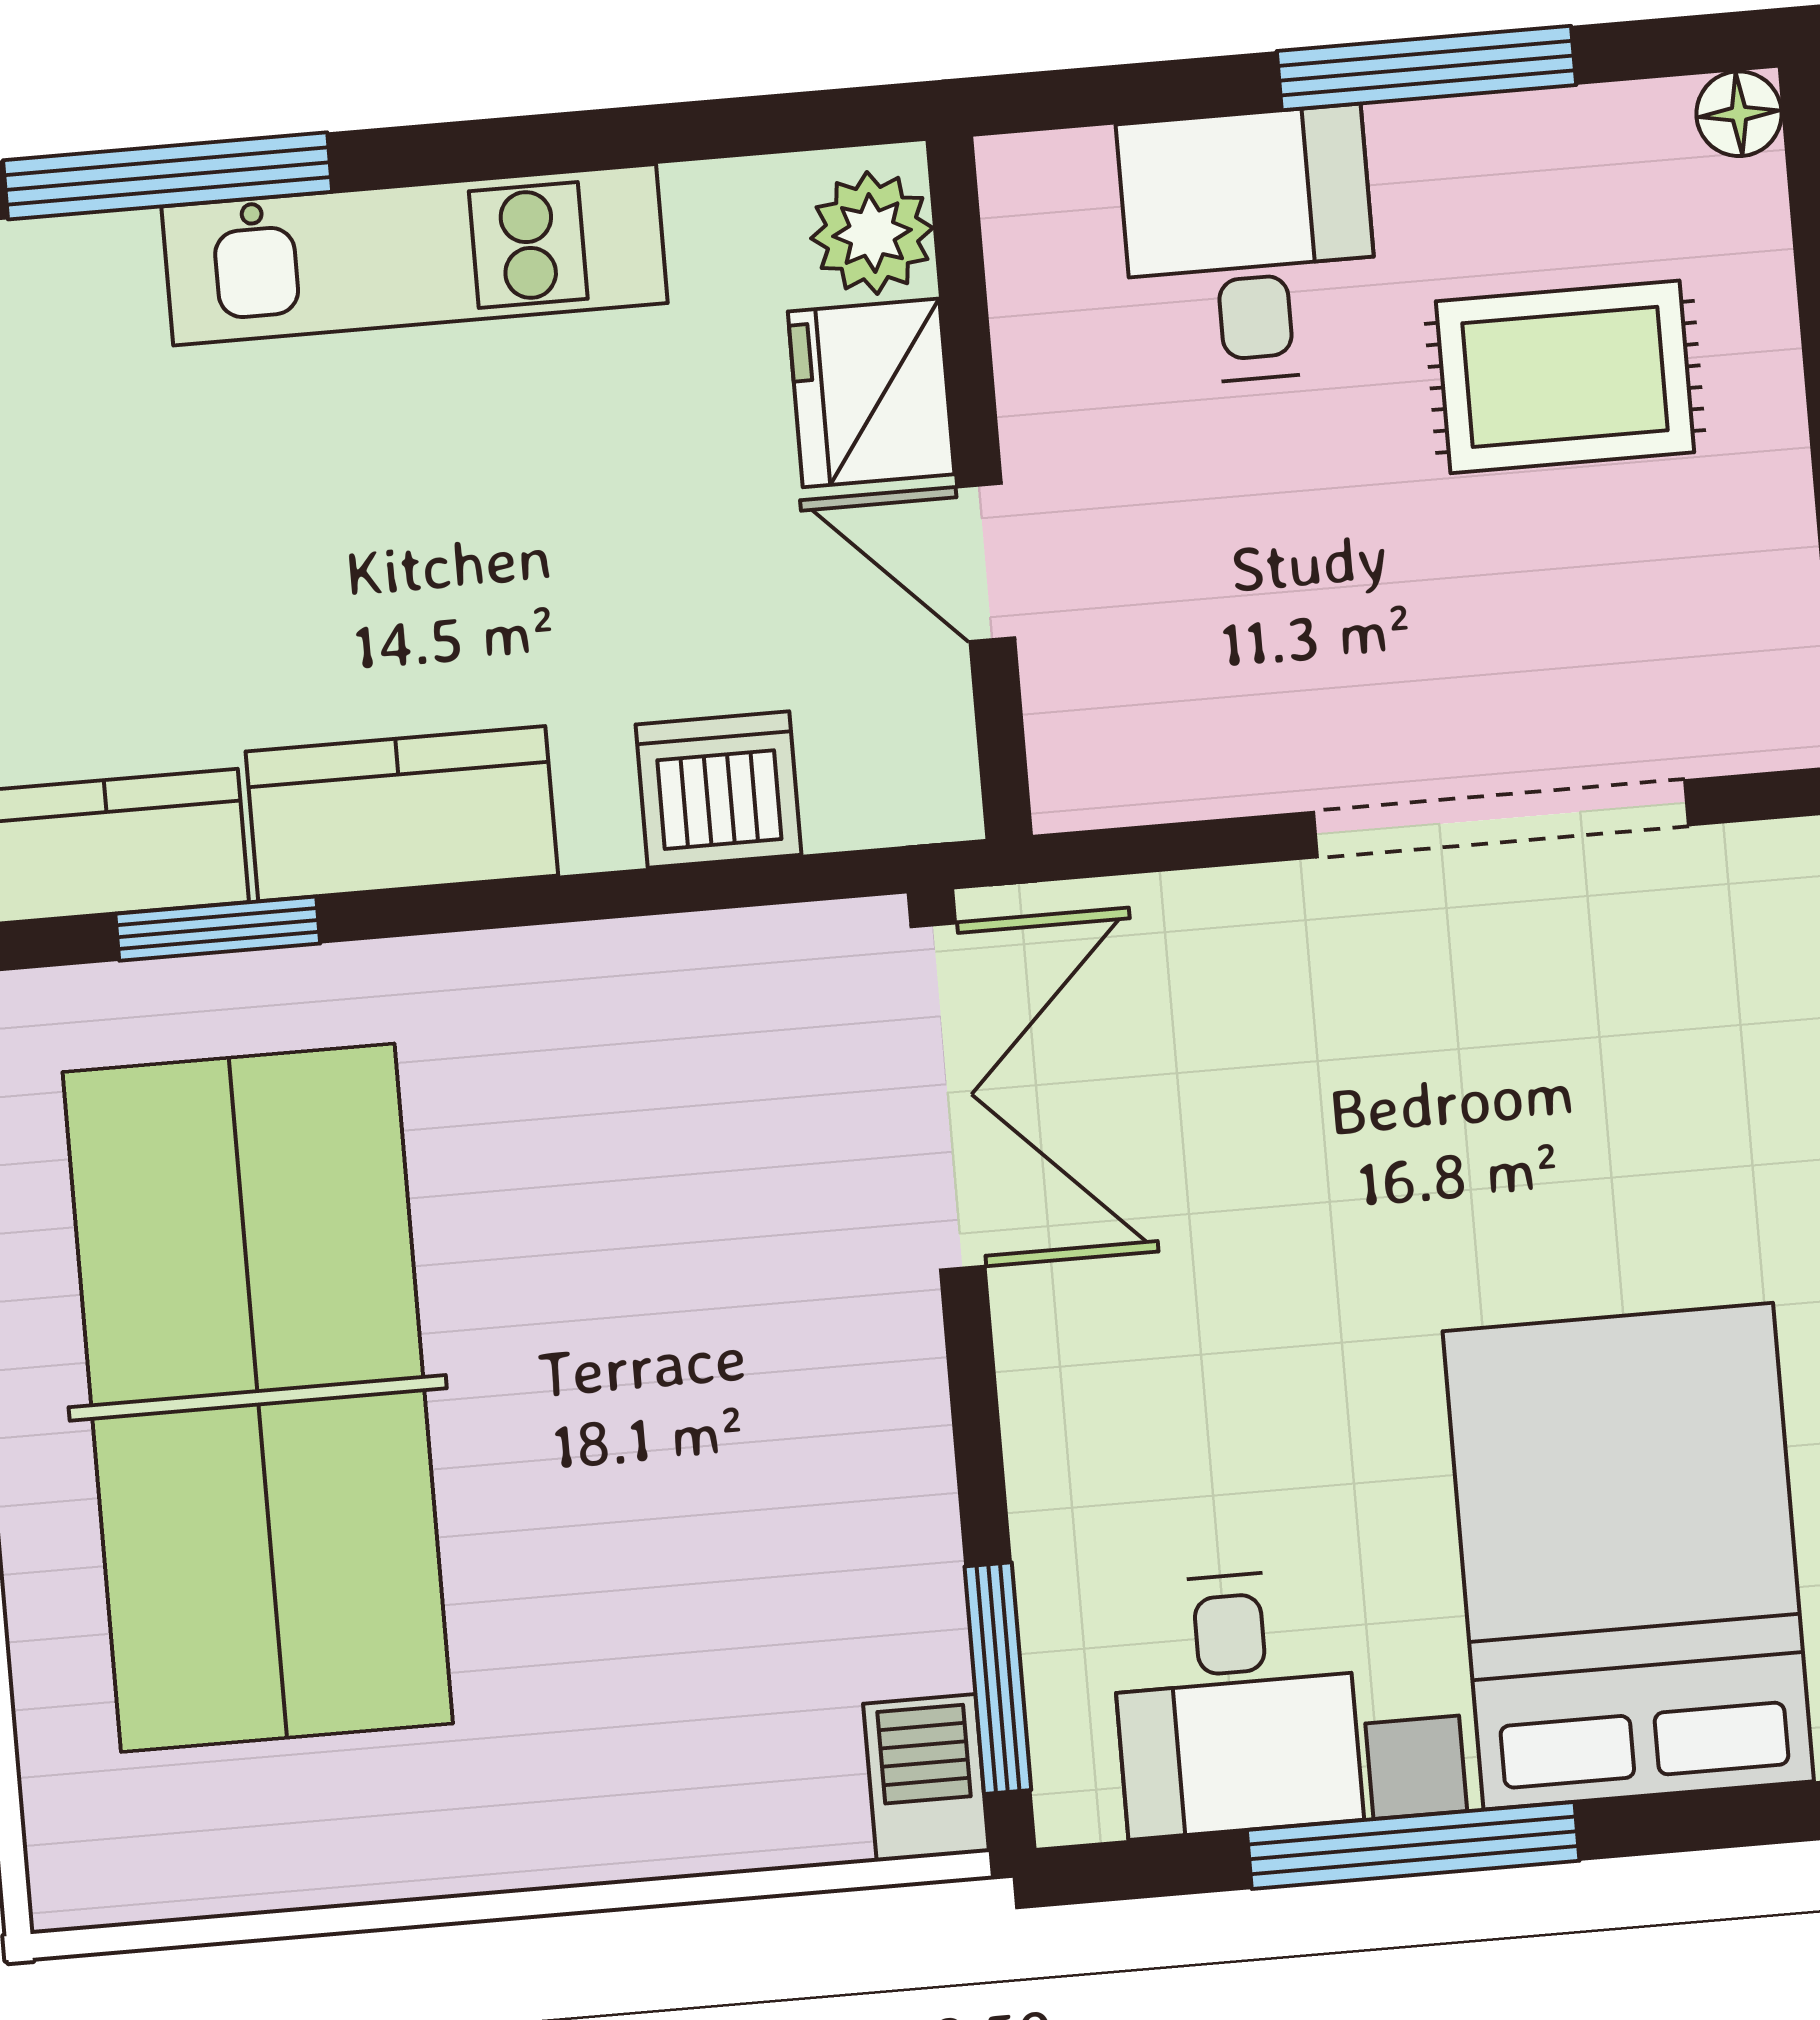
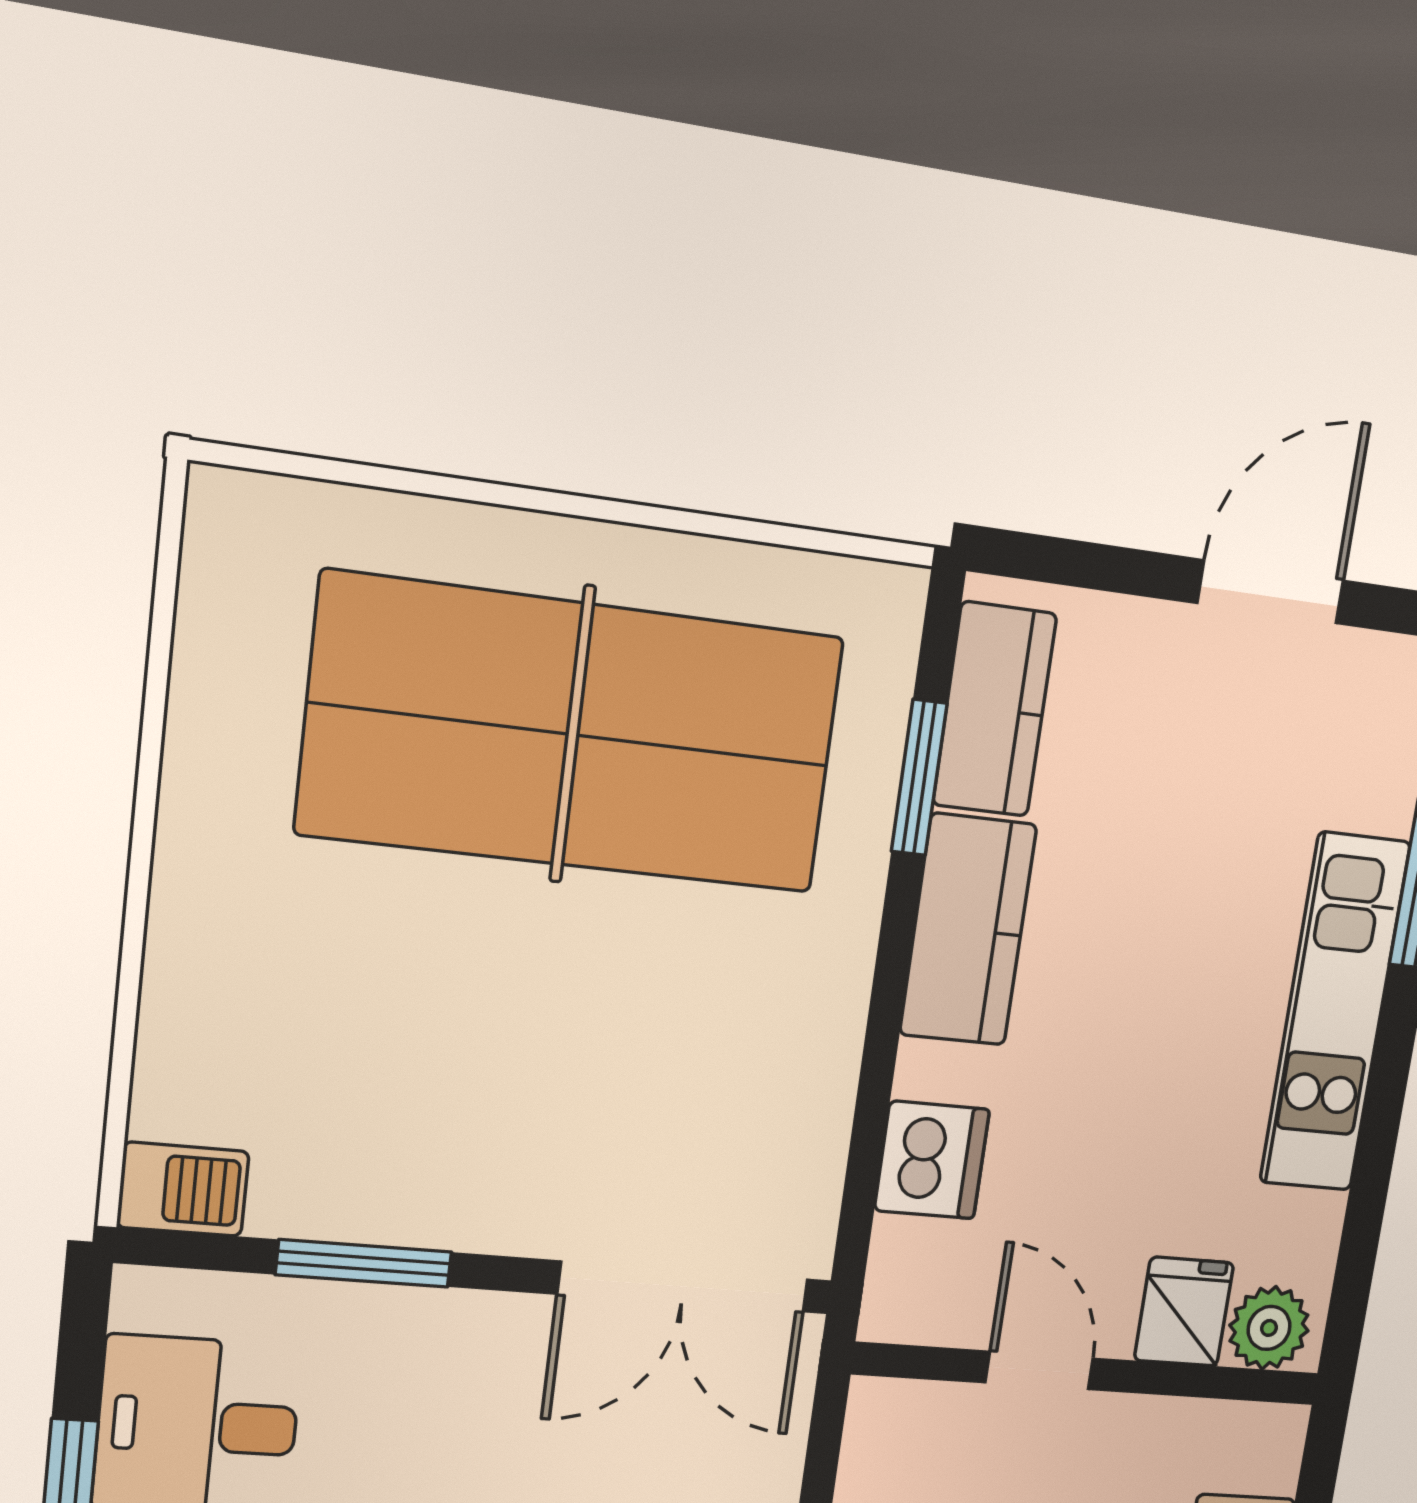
fridge: (871, 393) -> (1184, 1312), width x0.72
door: (986, 562) -> (1039, 1370), hinge flipped
window: (998, 1678) -> (364, 1263), moved

